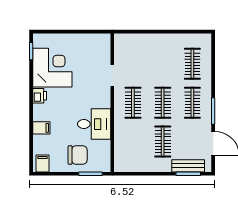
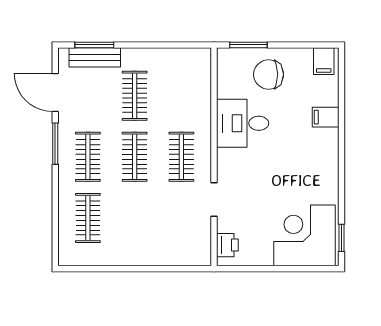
corner desk: (52, 68) -> (304, 235), moved, turned 90
printer: (40, 96) -> (227, 245), moved, turned 180

